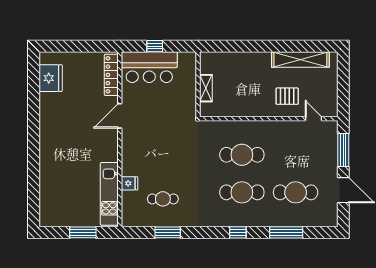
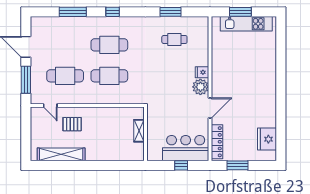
window: (86, 46) -> (238, 165), added
plant: (131, 141) -> (200, 87), added
fridge: (130, 183) -> (202, 72), moved
cafe table: (296, 192) -> (65, 76), moved
kitchen unit: (109, 194) -> (246, 24), moved, turned 90

